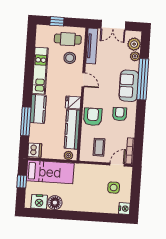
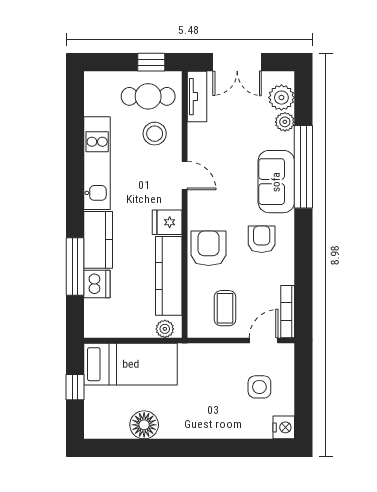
window: (57, 21) -> (151, 62), moved
tv unit: (92, 46) -> (197, 97), width x0.71
dishwasher: (35, 150) -> (97, 284), moved
nightstand: (39, 202) -> (113, 425), removed

